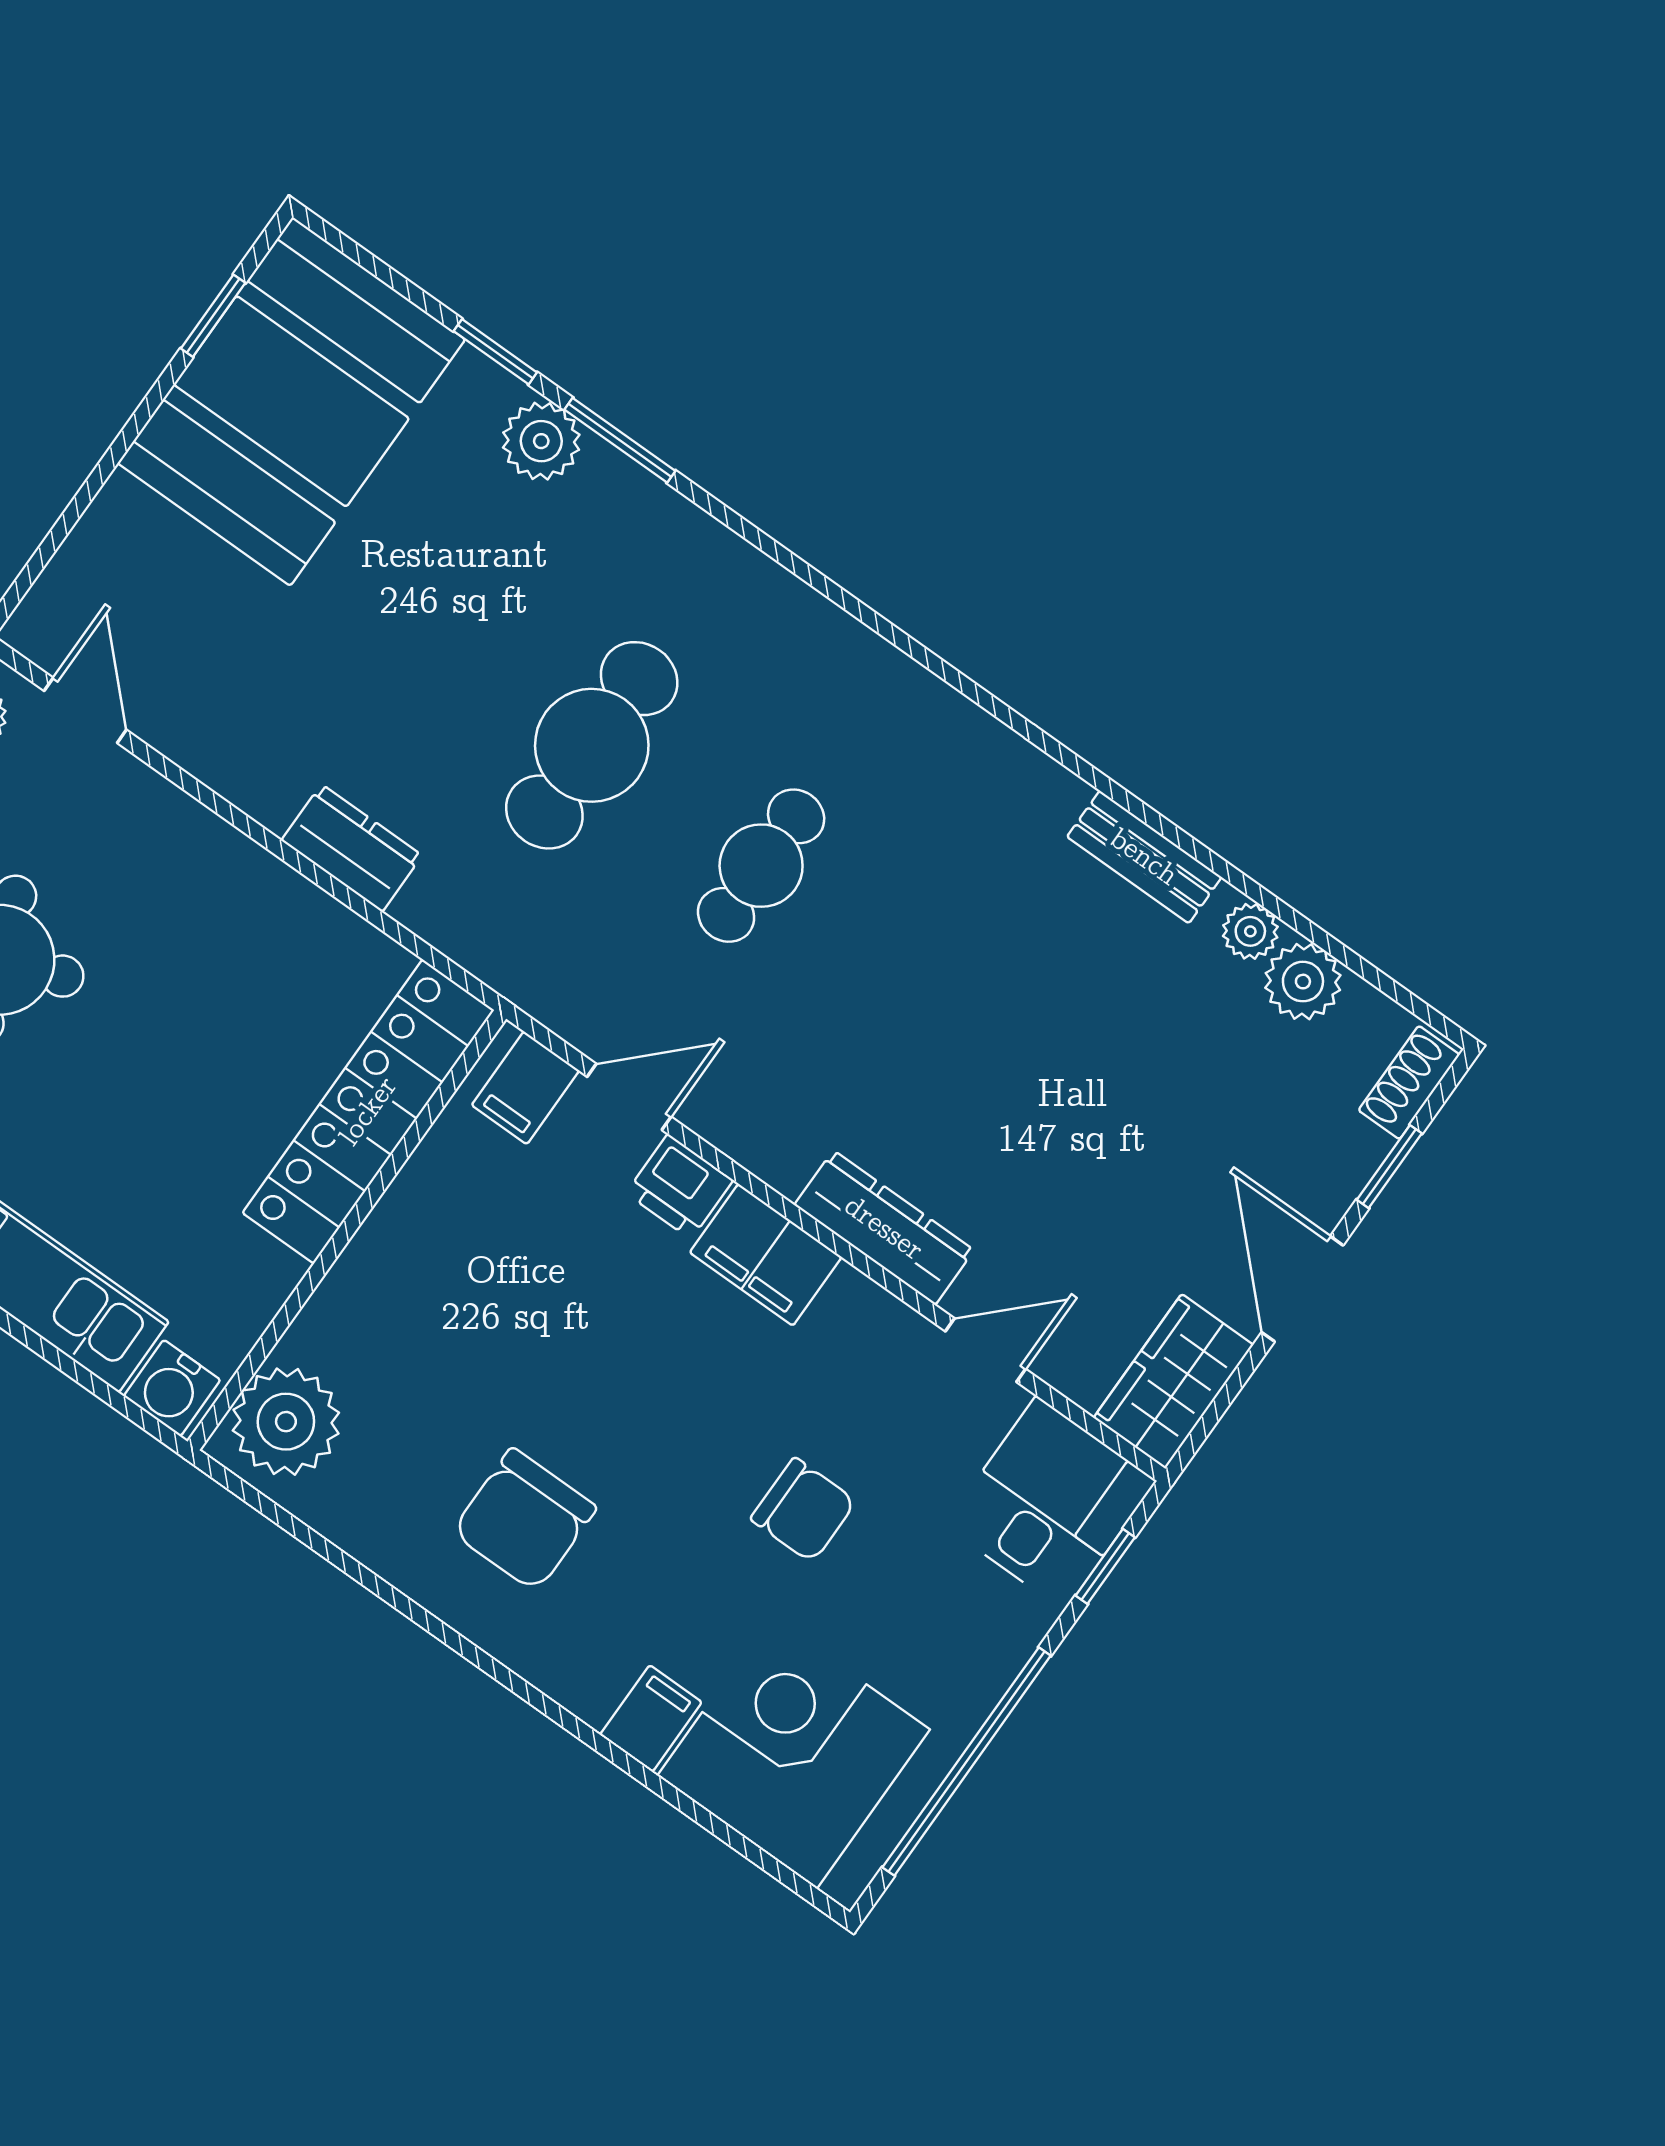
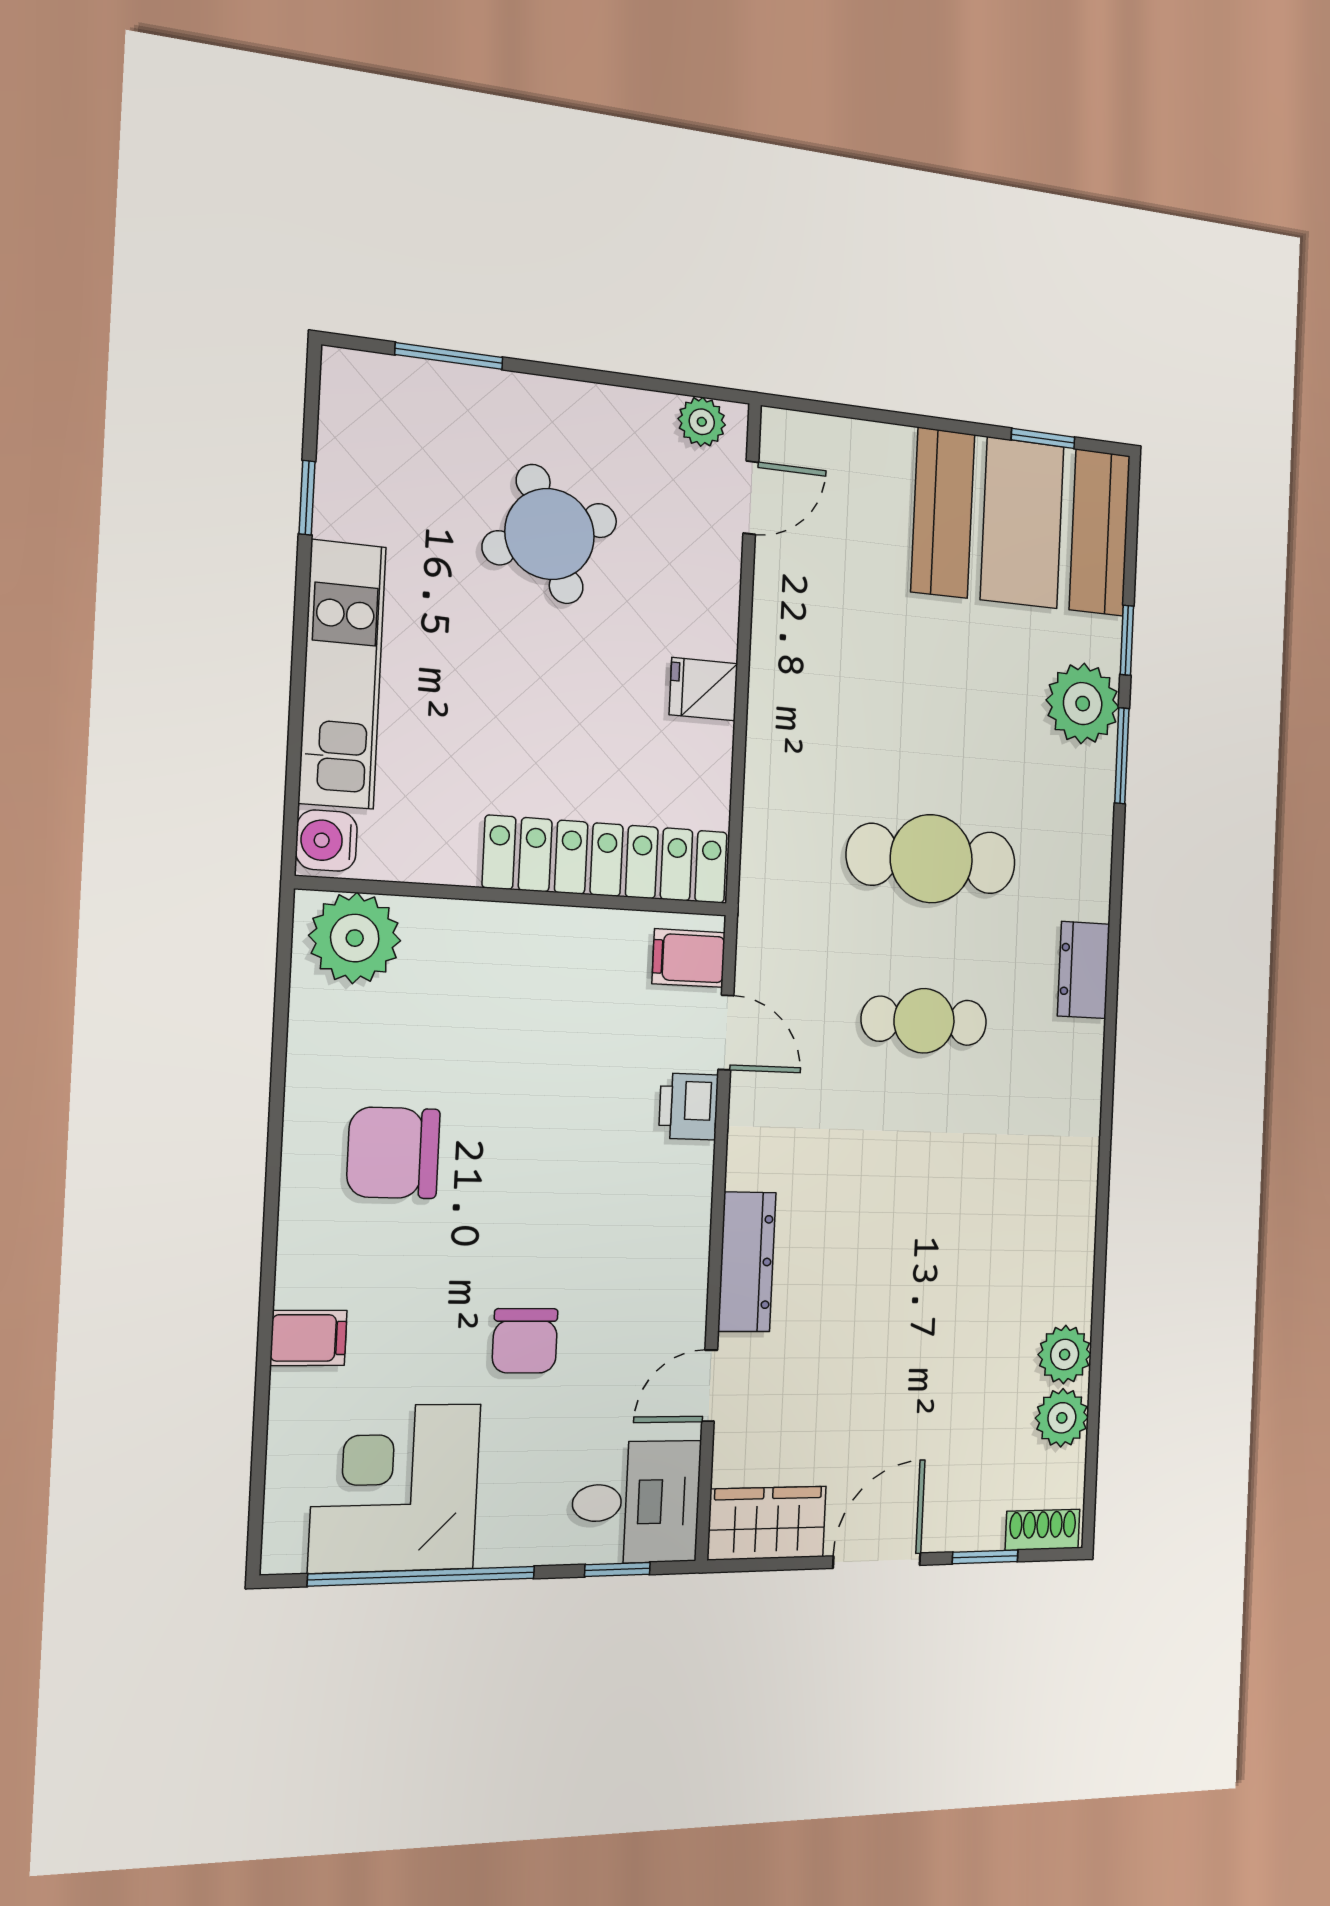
plant: (541, 441) -> (1083, 704), width x1.36, depth x1.36
dresser: (352, 848) -> (1084, 970), moved, turned 180
bench: (1144, 857) -> (1075, 1263), removed
fridge: (255, 892) -> (704, 689), added
plant: (1250, 931) -> (1065, 1355), width x1.38, depth x1.38
filing cabinet: (766, 1255) -> (680, 1195), removed
door: (985, 1350) -> (710, 1386), swing flipped
corner desk: (794, 1753) -> (395, 1488), moved, turned -90

